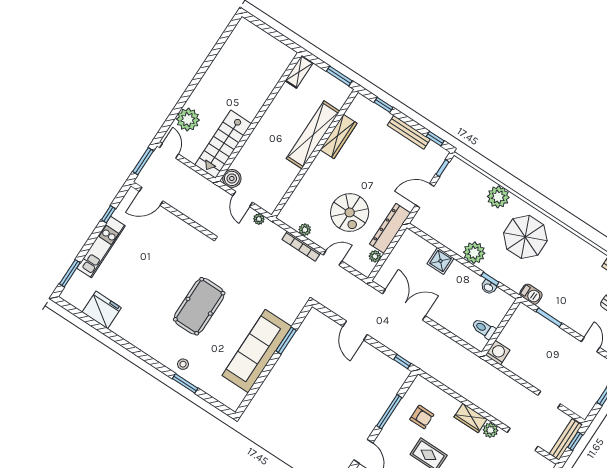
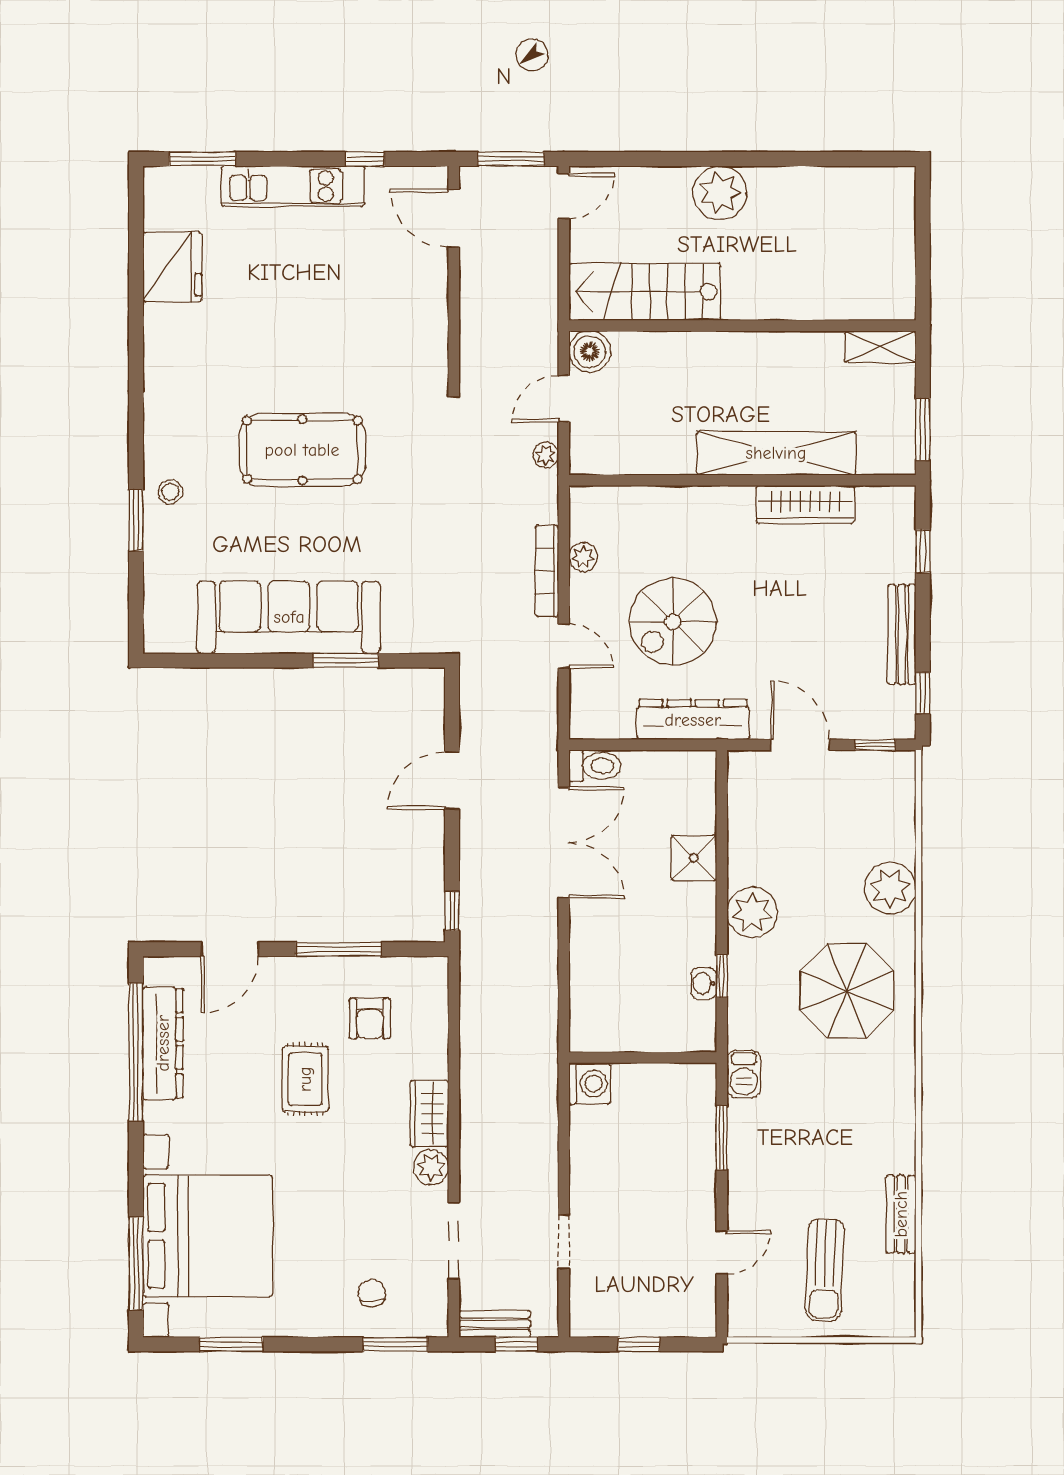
plant: (188, 120) -> (720, 193), moved
plant: (375, 256) -> (620, 726), removed
toilet: (484, 329) -> (595, 766), moved, turned 90
bench: (566, 439) -> (495, 1324), width x0.73

